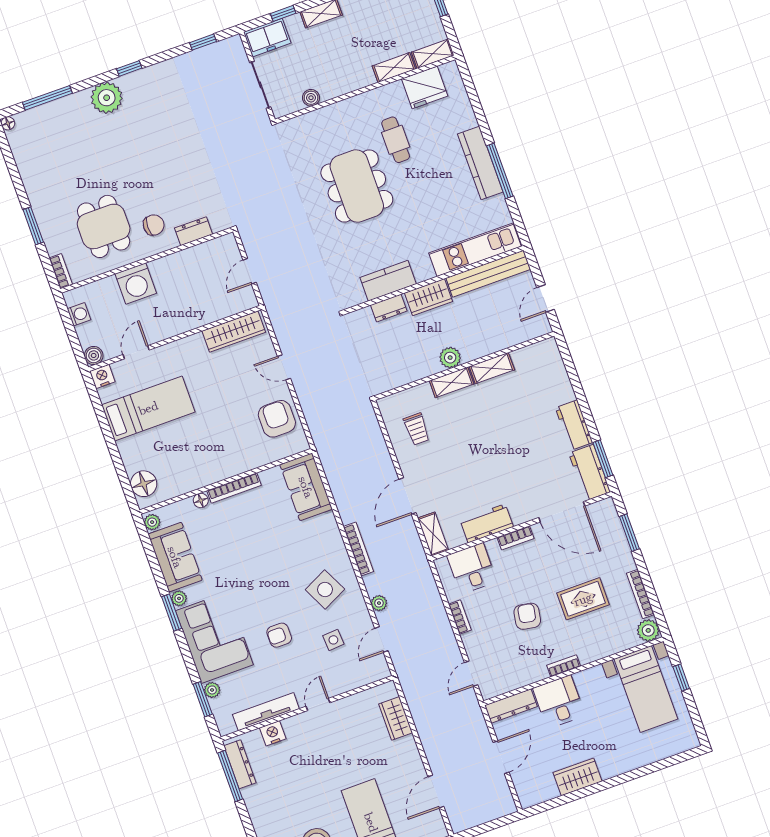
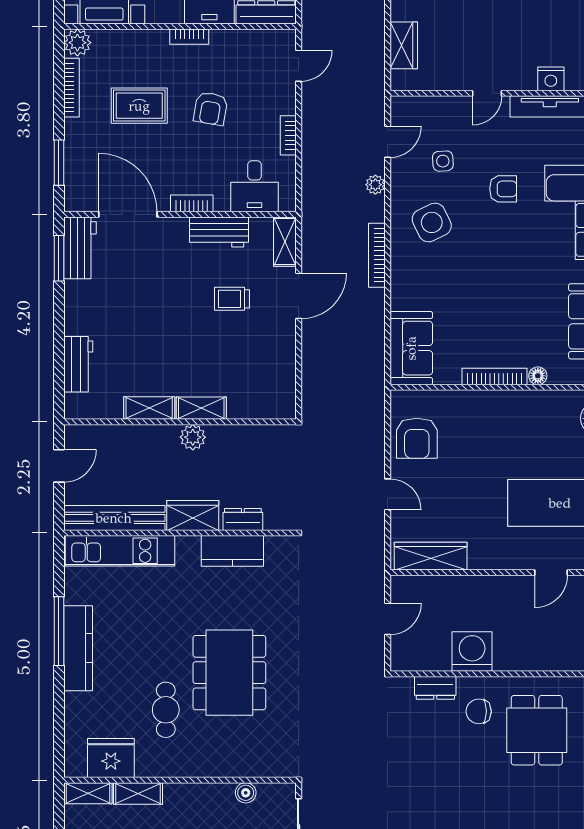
washing machine: (136, 284) -> (472, 651), moved
workbench: (574, 425) -> (78, 364), moved
trolley: (417, 429) -> (232, 299), moved, turned -90

